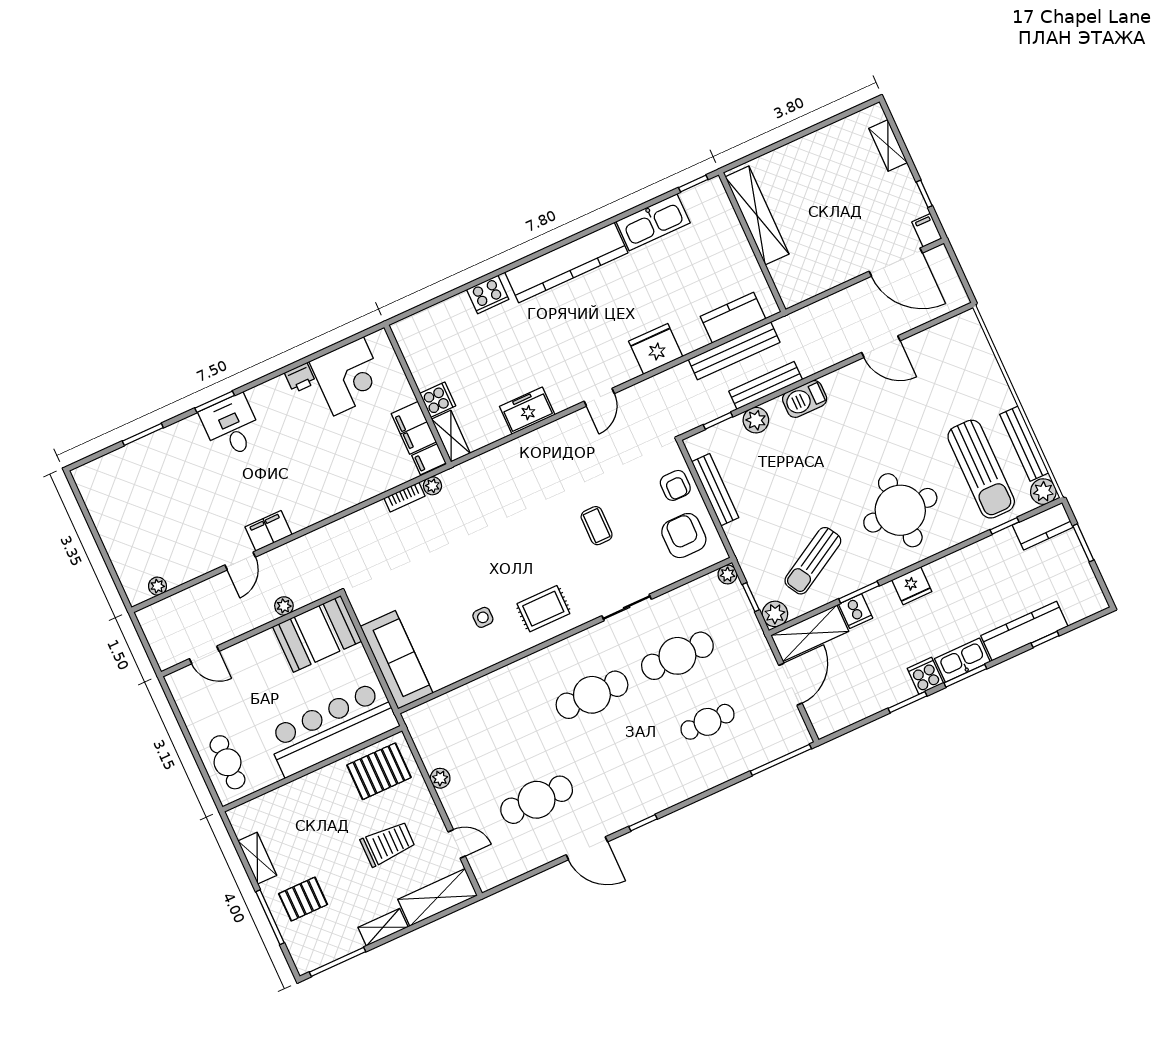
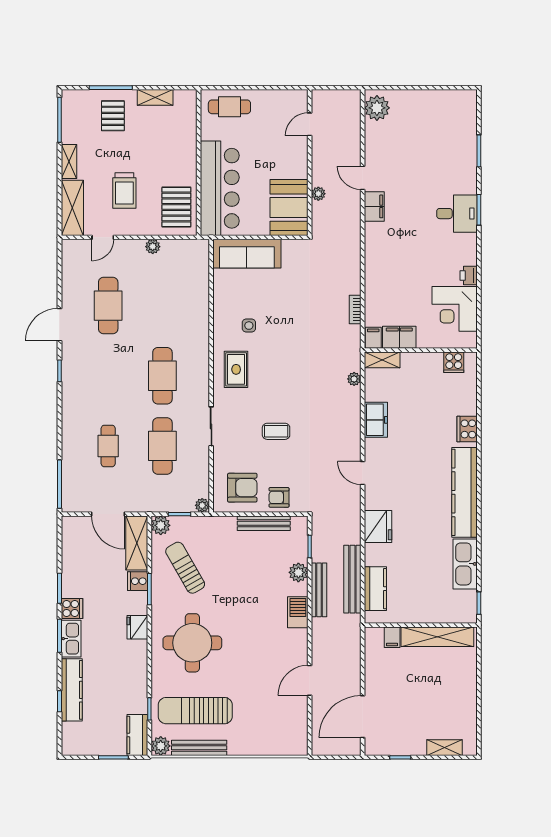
filing cabinet: (927, 230) -> (392, 637), moved, turned 90
cooker: (438, 400) -> (454, 362), moved
plant: (432, 486) -> (354, 379), moved
plant: (158, 586) -> (377, 108), width x1.88, depth x1.88

